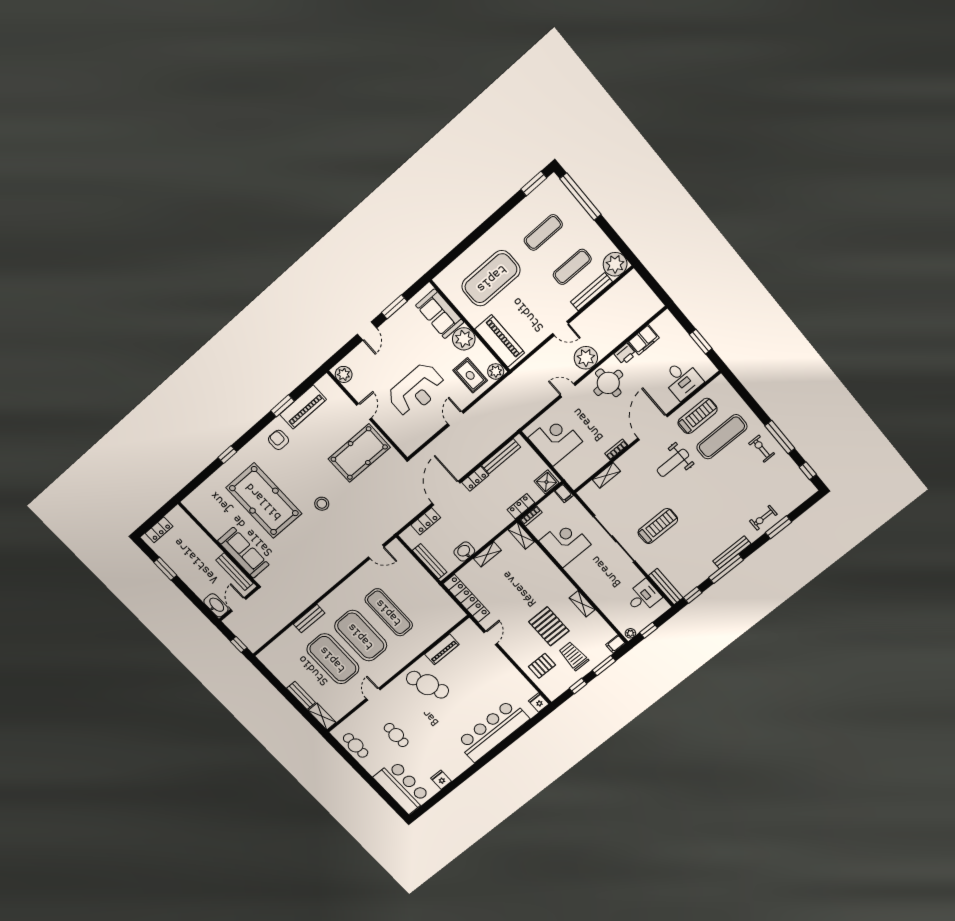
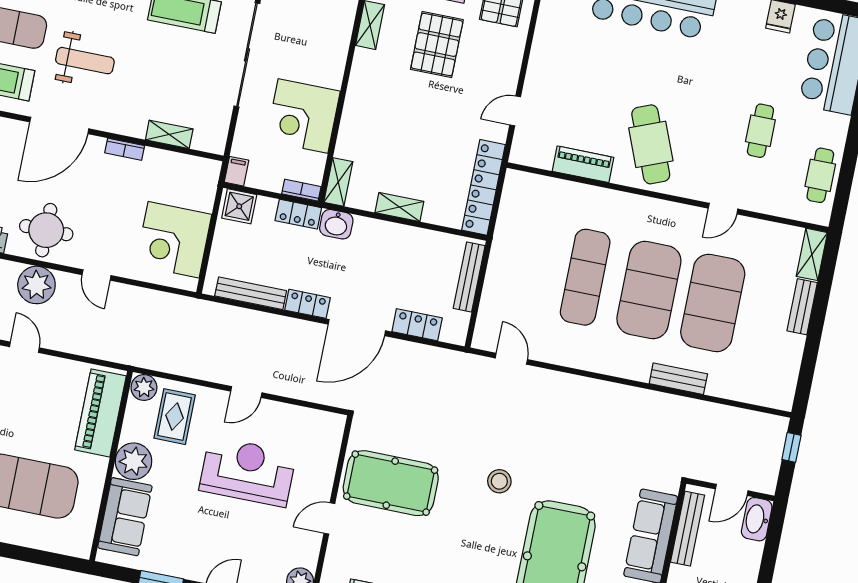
washbasin: (464, 552) -> (336, 224), moved

